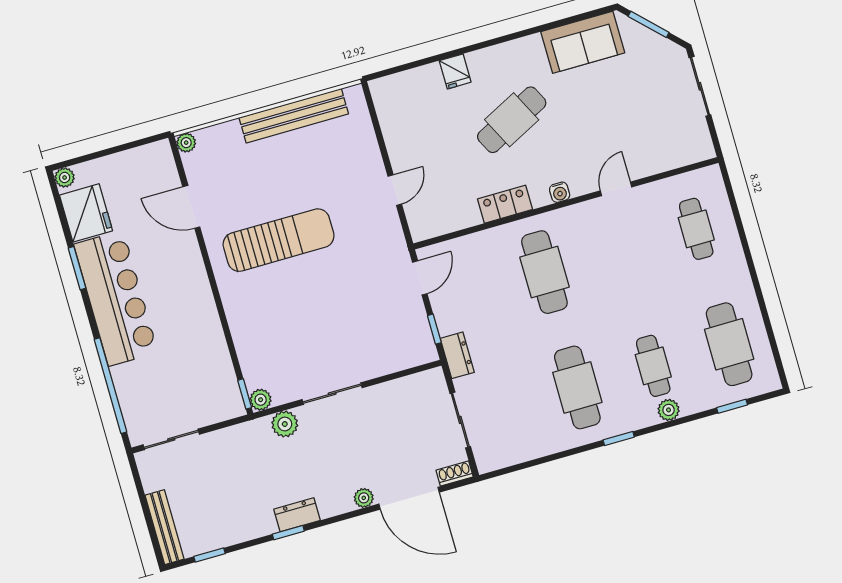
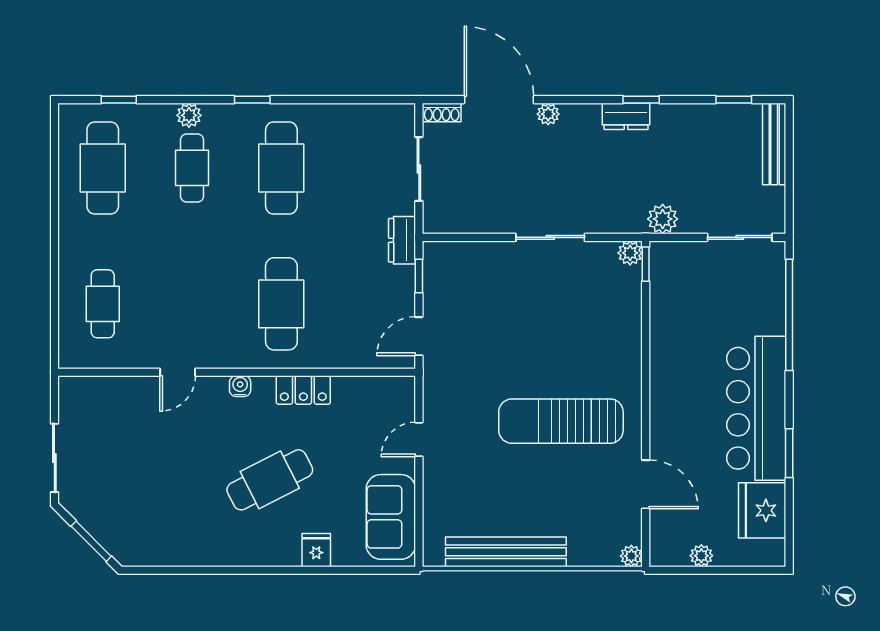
sofa: (583, 42) -> (391, 517), moved, turned -90
plant: (65, 178) -> (701, 556), moved
plant: (285, 424) -> (663, 219), moved

